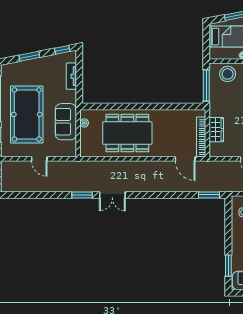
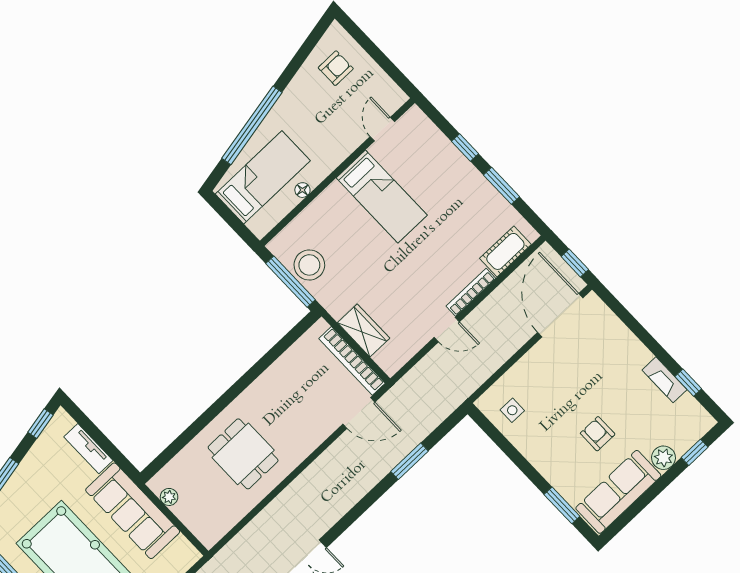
stool: (228, 74) -> (309, 265), moved
sofa: (66, 122) -> (133, 511), width x1.36
dining table: (127, 133) -> (243, 454), width x0.53, depth x0.80
window: (209, 195) -> (410, 461), moved

